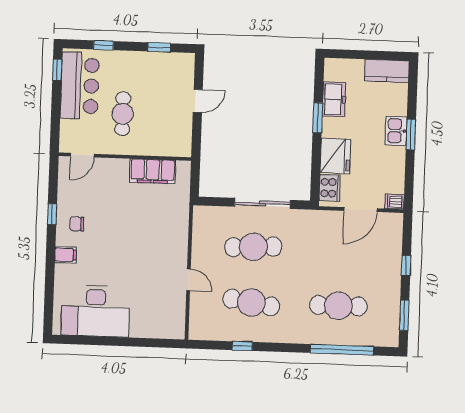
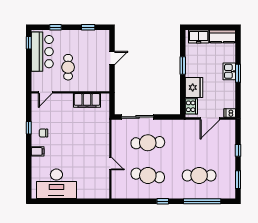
freezer: (334, 99) -> (199, 37), moved, turned 90
sliding door: (262, 203) -> (137, 117), moved
window: (242, 346) -> (163, 201), moved

